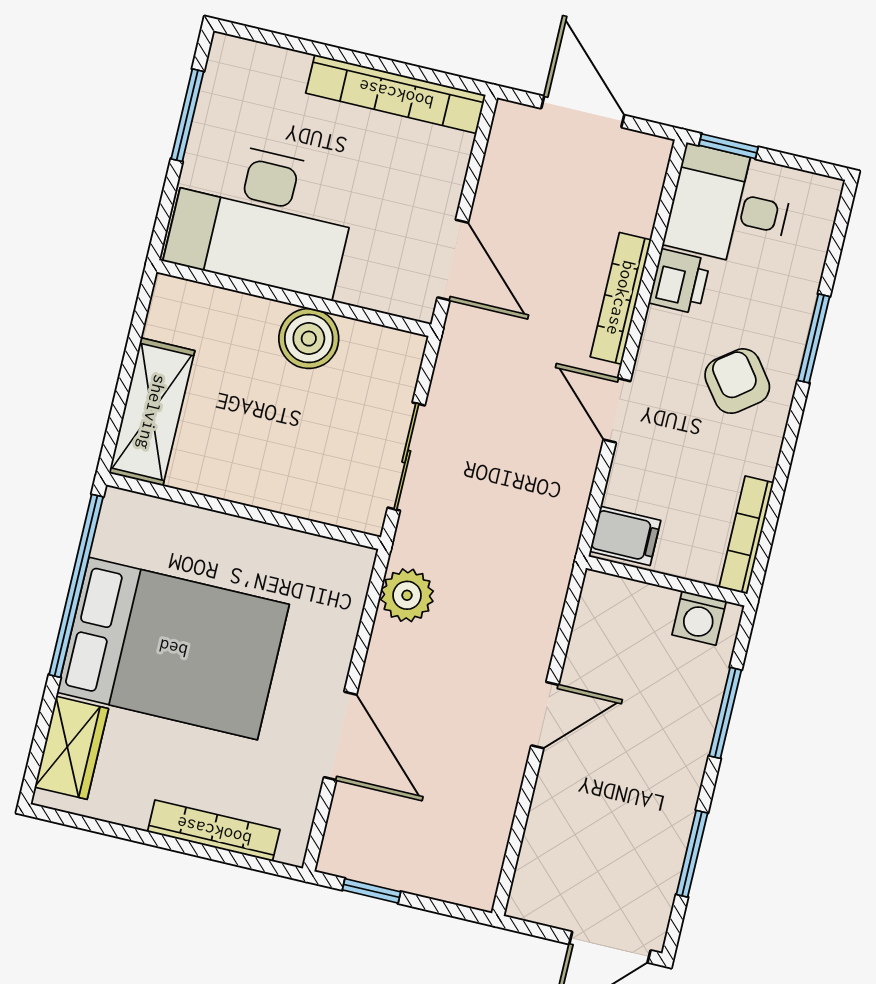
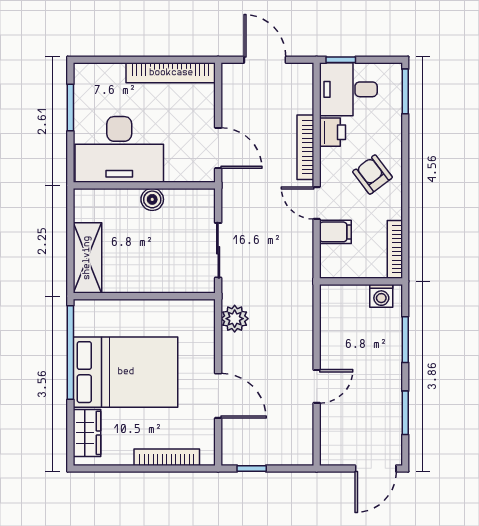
window: (814, 338) -> (405, 91), moved
boiler: (309, 339) -> (152, 199), width x0.73, depth x0.73
filing cabinet: (625, 536) -> (335, 232), moved
door: (545, 715) -> (317, 386), moved

